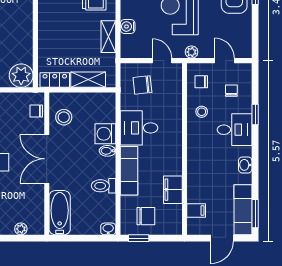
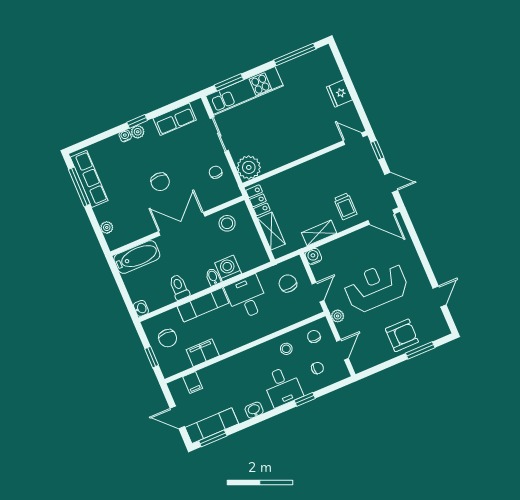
water cooler: (128, 27) -> (313, 256), moved
chair: (36, 111) -> (216, 172), moved
window: (139, 238) -> (152, 357), moved

